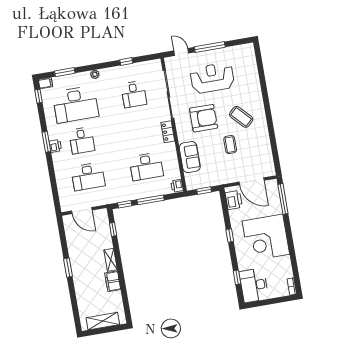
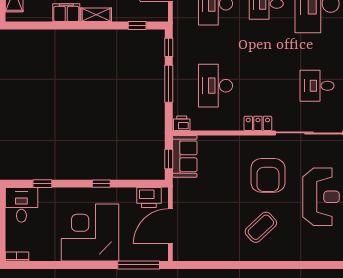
coffee table: (230, 145) -> (226, 206), removed
sofa: (190, 157) -> (185, 156), moved, turned -90
desk: (254, 285) -> (21, 205), width x0.73

